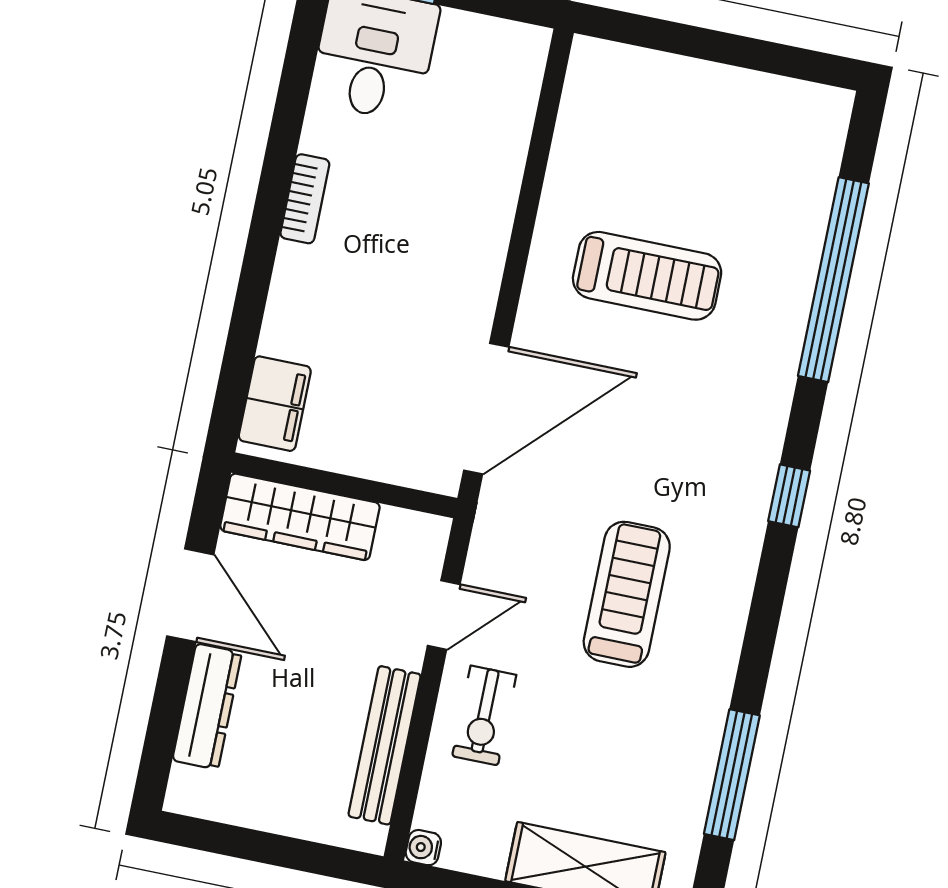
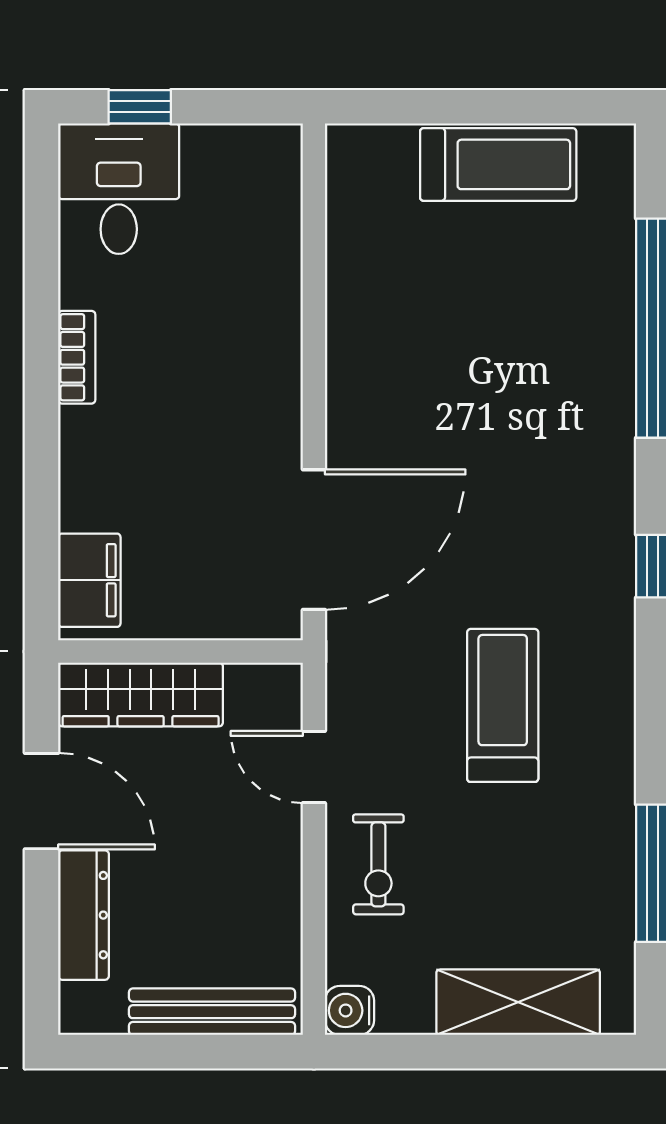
treadmill: (647, 276) -> (498, 164), moved
door: (444, 615) -> (314, 767), swing flipped
bench: (385, 745) -> (212, 1012), moved, turned 90
water cooler: (423, 848) -> (350, 1010), width x1.38, depth x1.38

